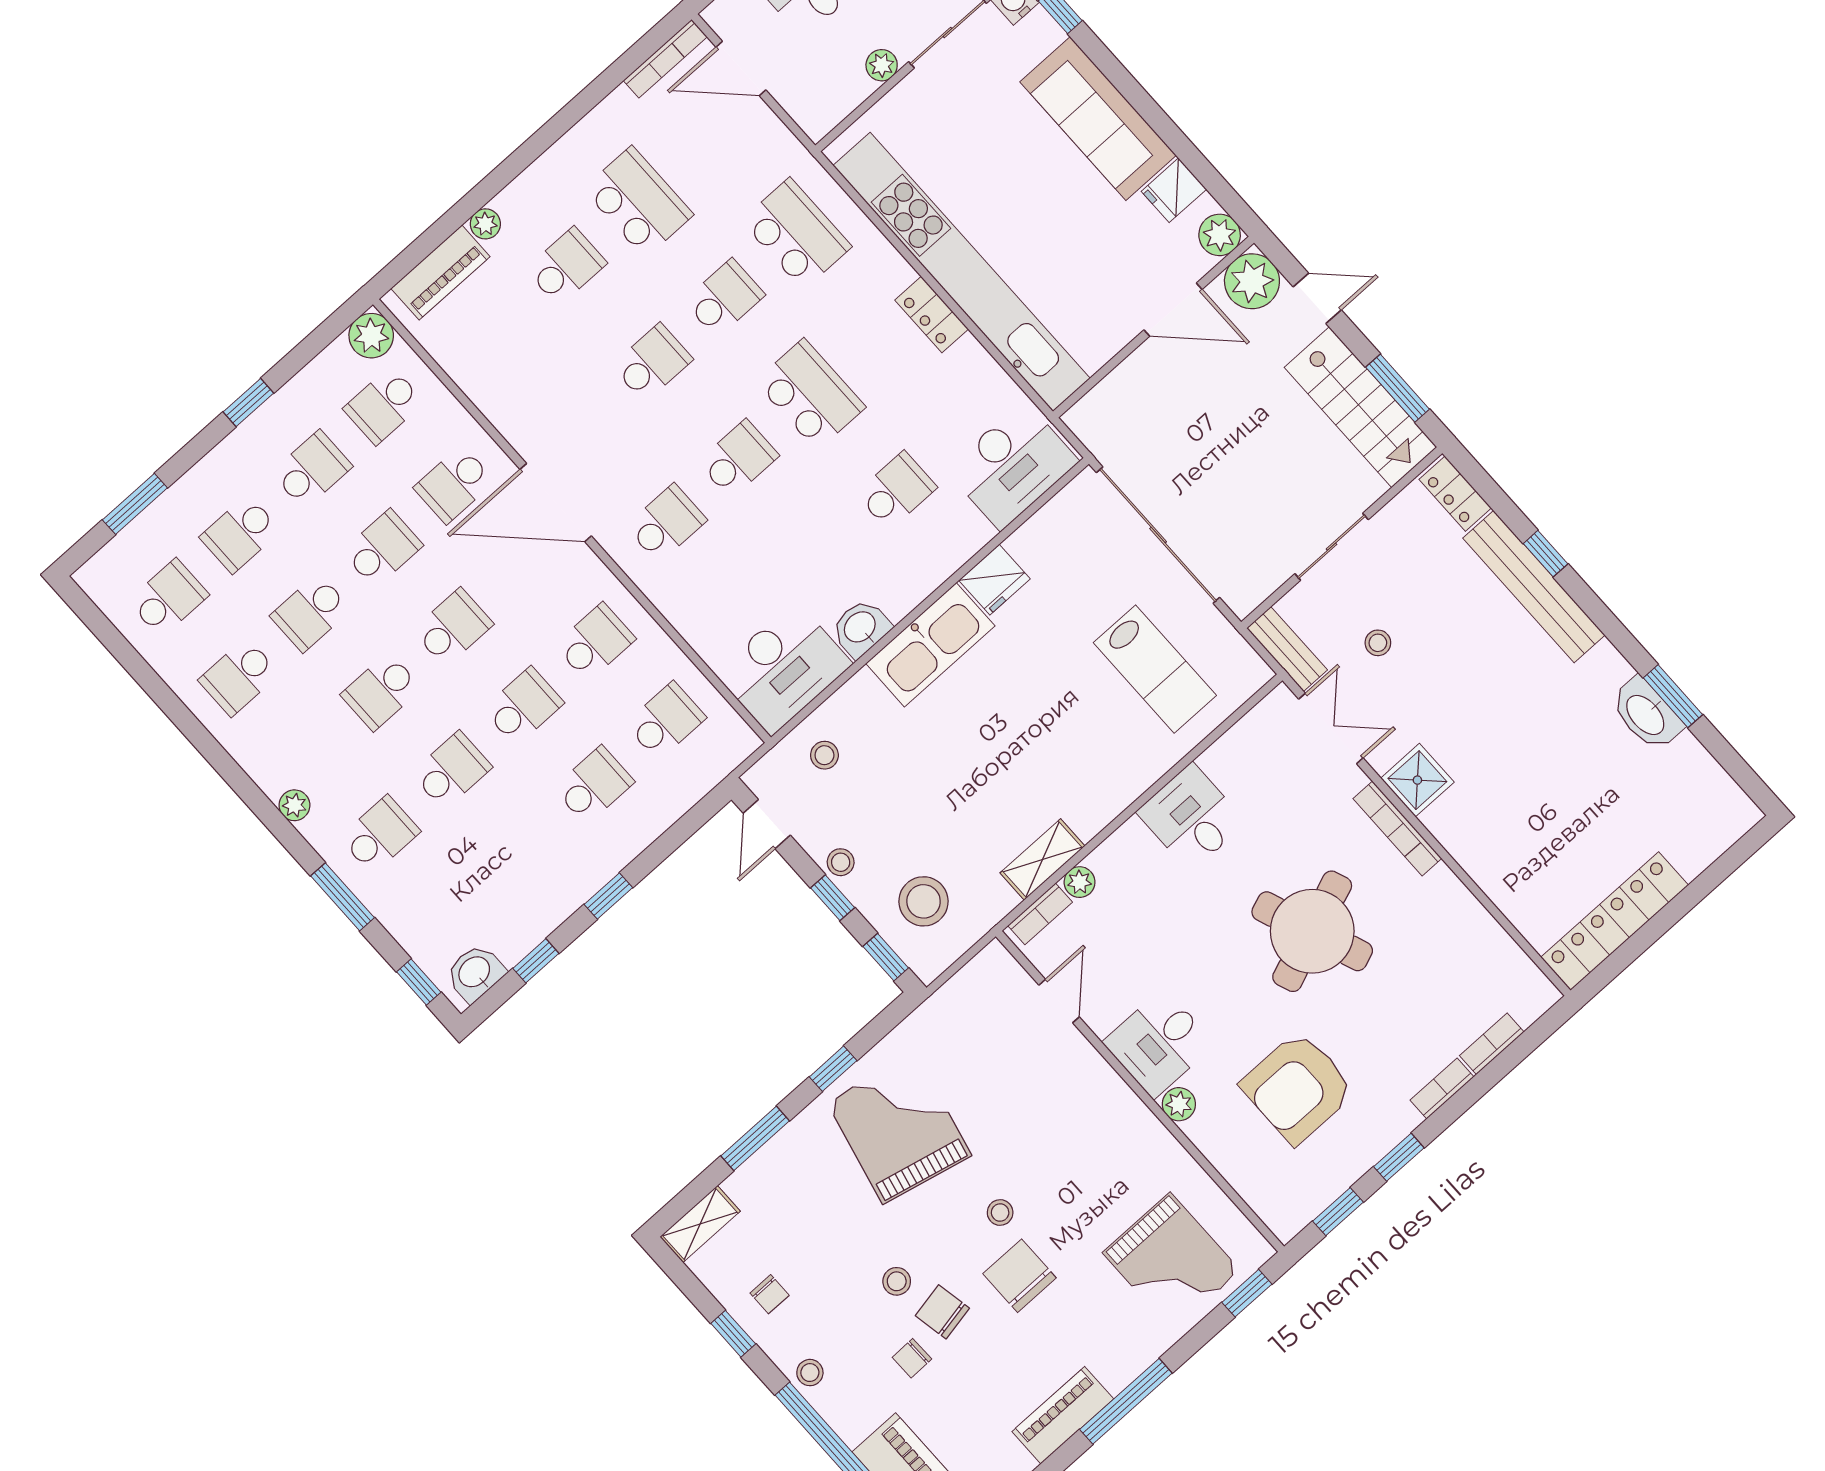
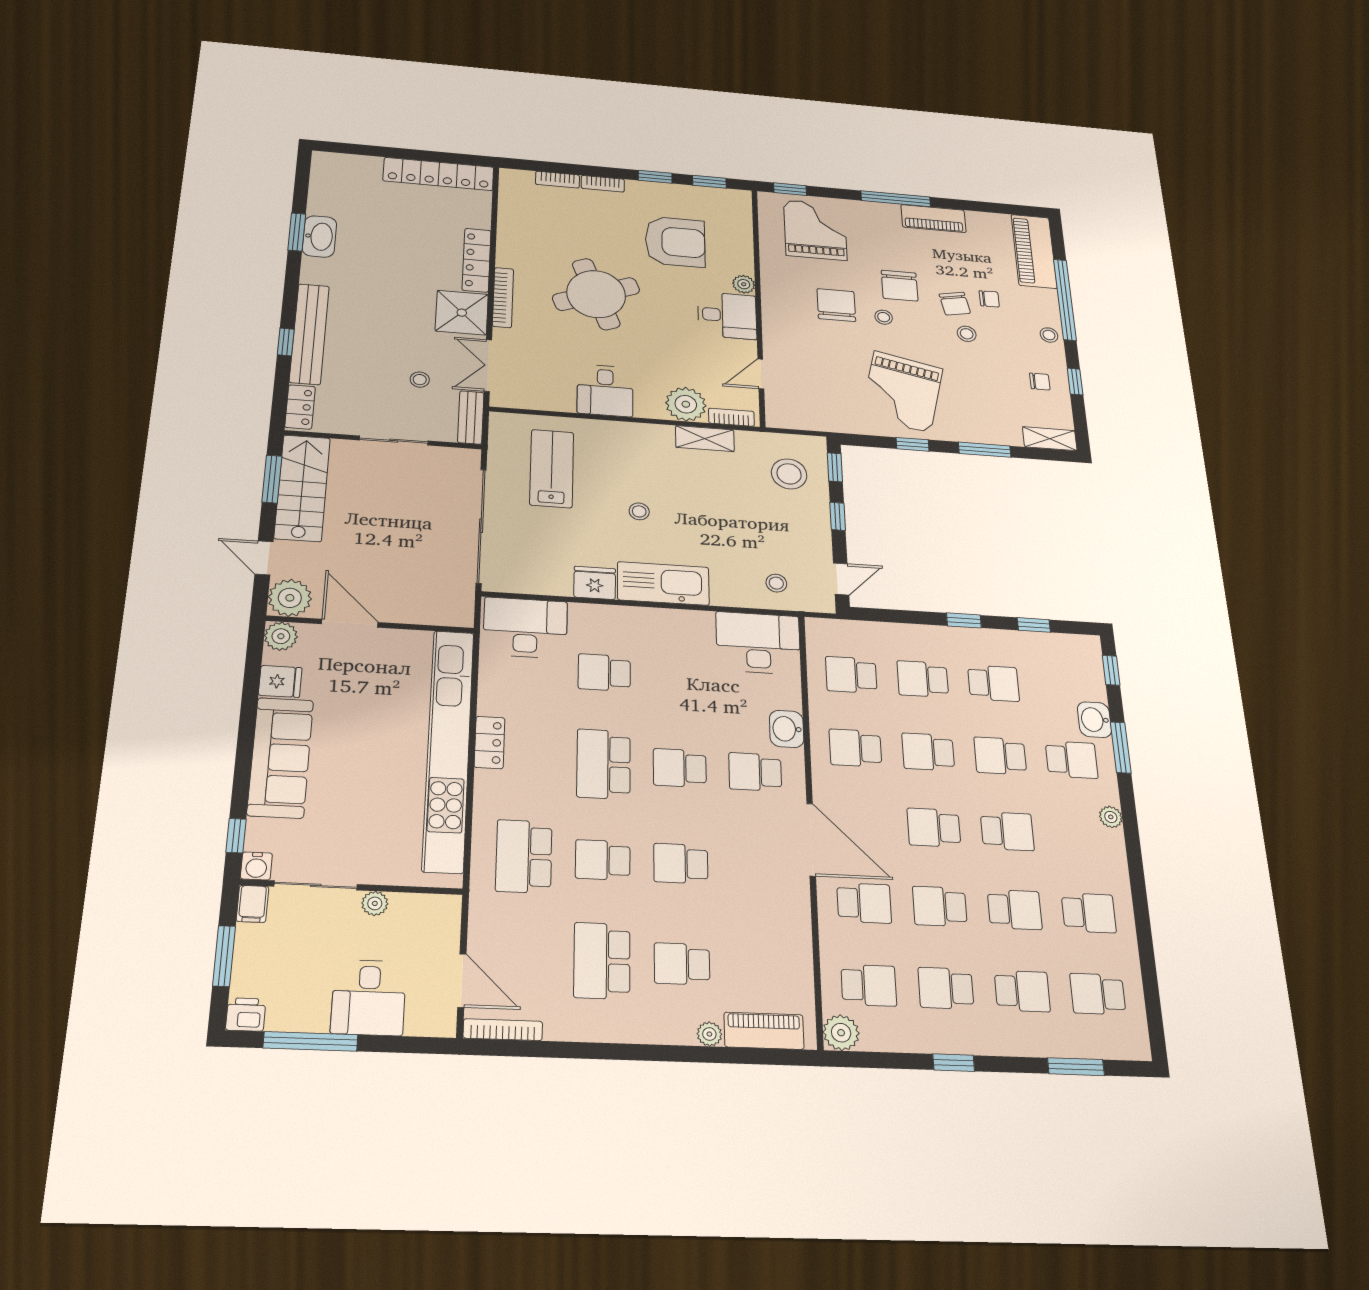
washbasin: (861, 628) -> (787, 729), moved, turned 90
shower: (1417, 780) -> (462, 313), width x1.36, depth x1.36
school desk: (380, 835) -> (1072, 760), turned 180
school desk: (522, 849) -> (993, 683), added
locker: (1468, 849) -> (477, 260), added
stool: (841, 862) -> (639, 511), moved
plant: (1080, 882) -> (686, 404), width x1.88, depth x1.88
washbasin: (475, 973) -> (1094, 720), moved, turned 90
chair: (1062, 1177) -> (836, 305), added
chair: (770, 1294) -> (1040, 382), turned 90

